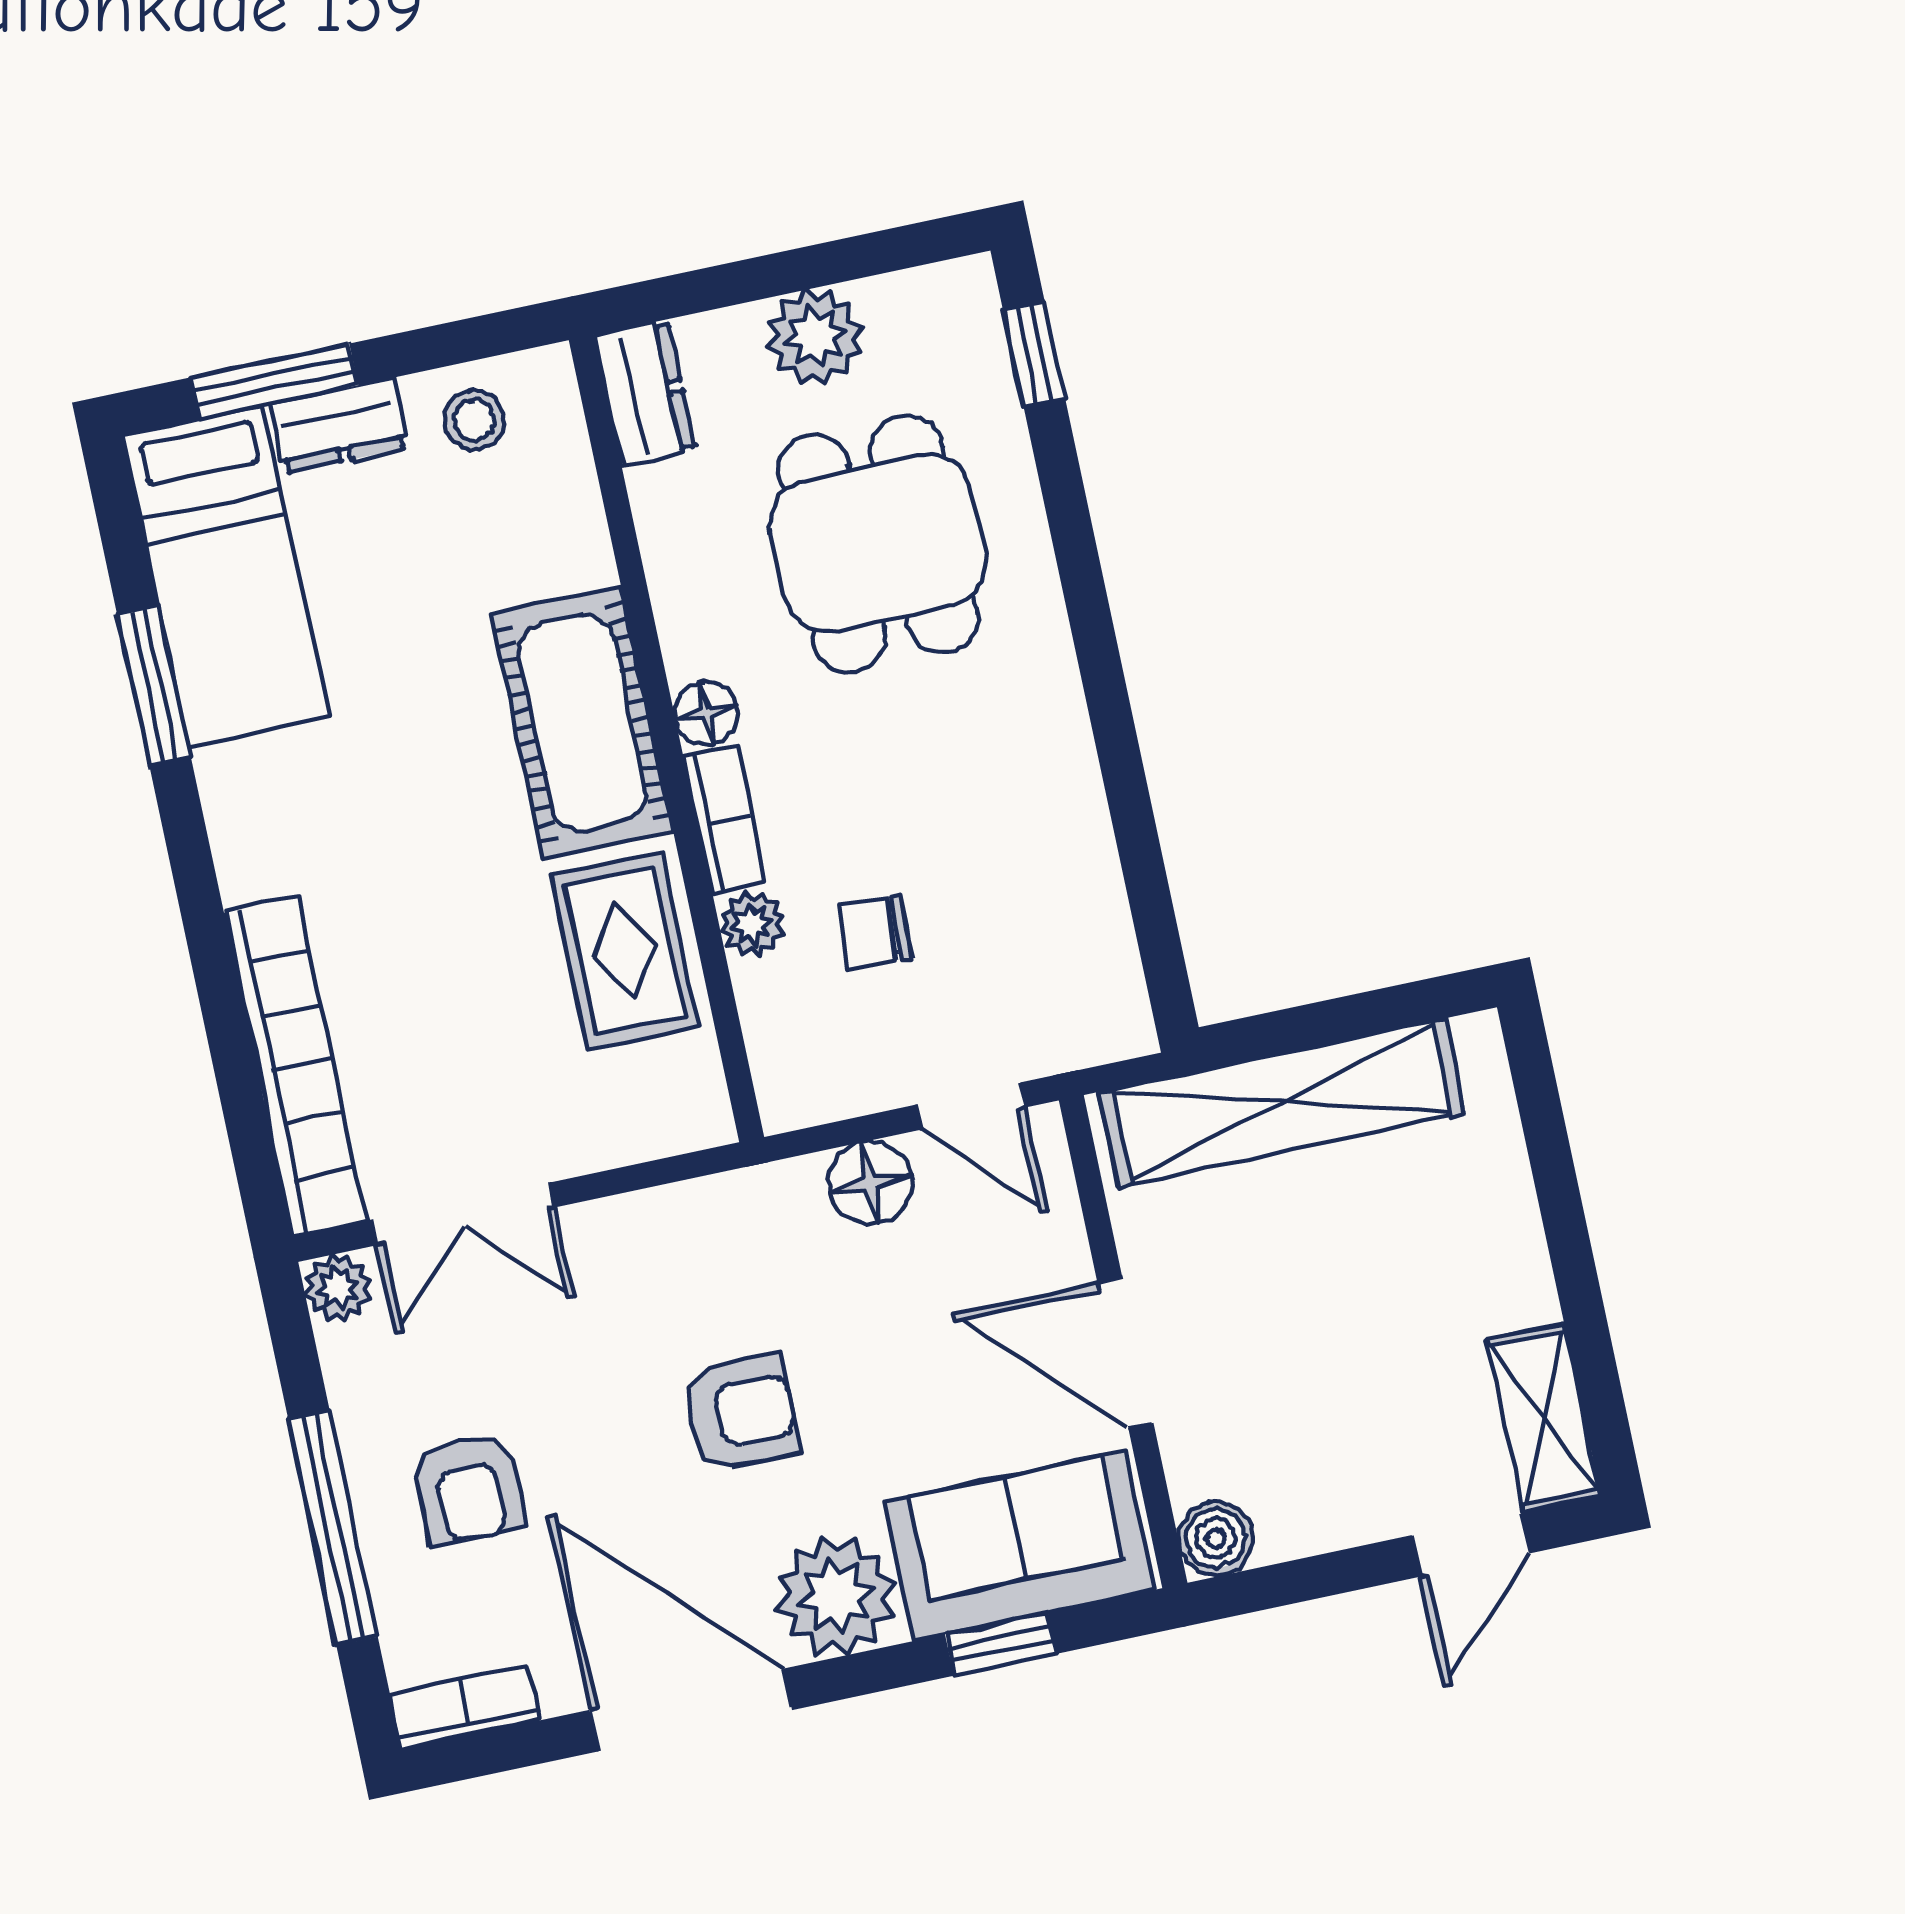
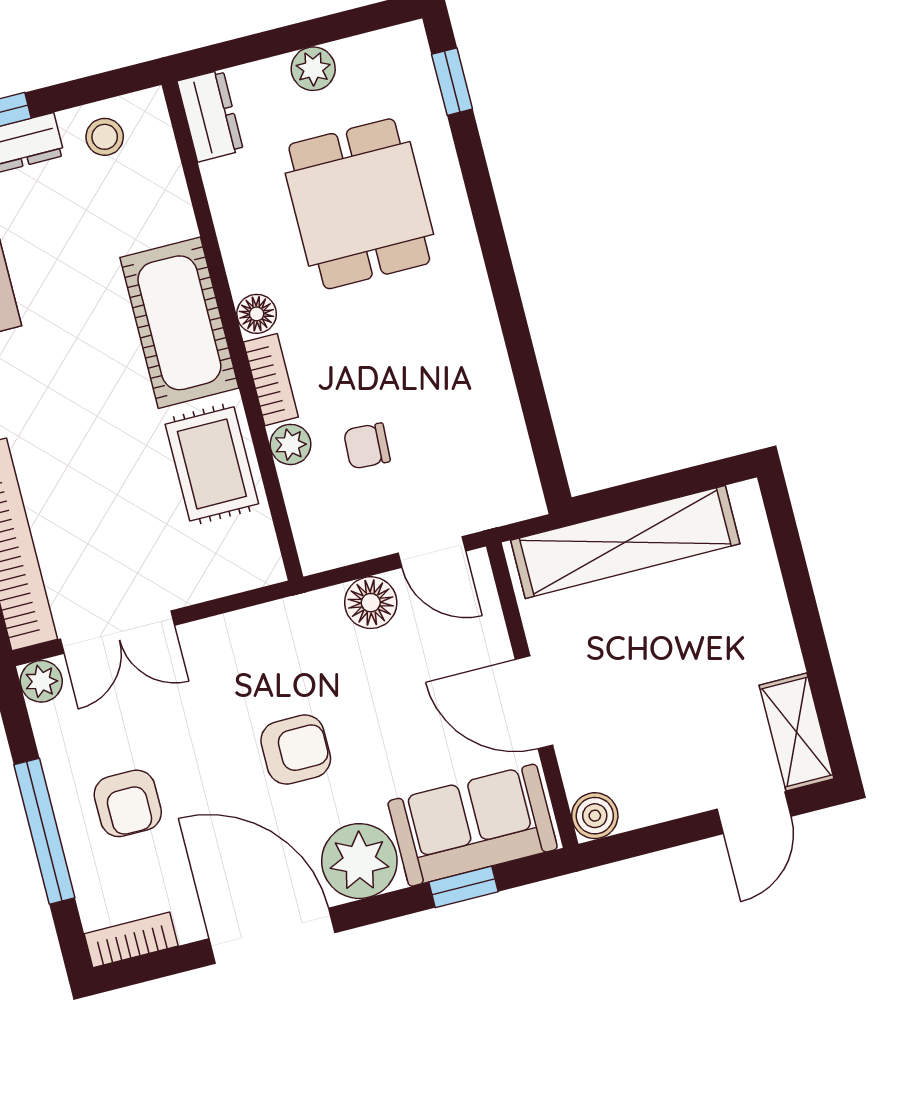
plant: (815, 337) -> (313, 69), width x0.73, depth x0.73

